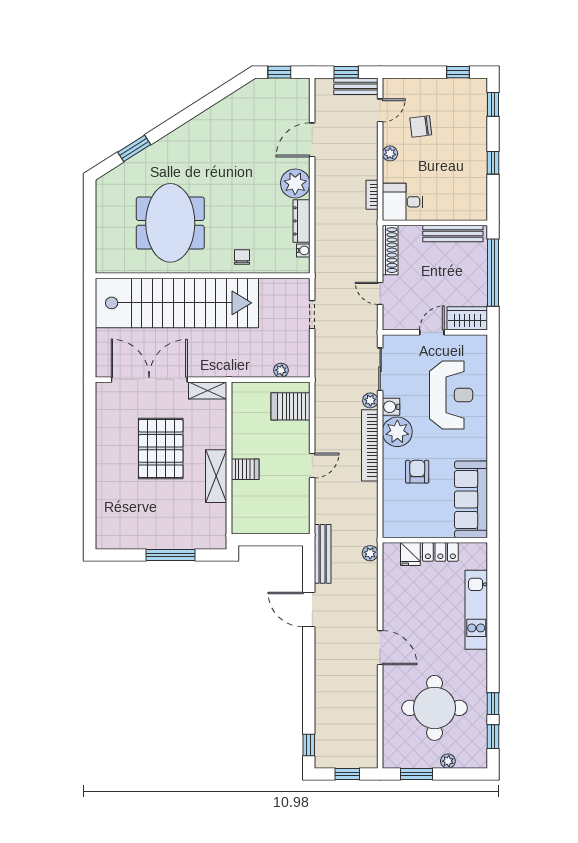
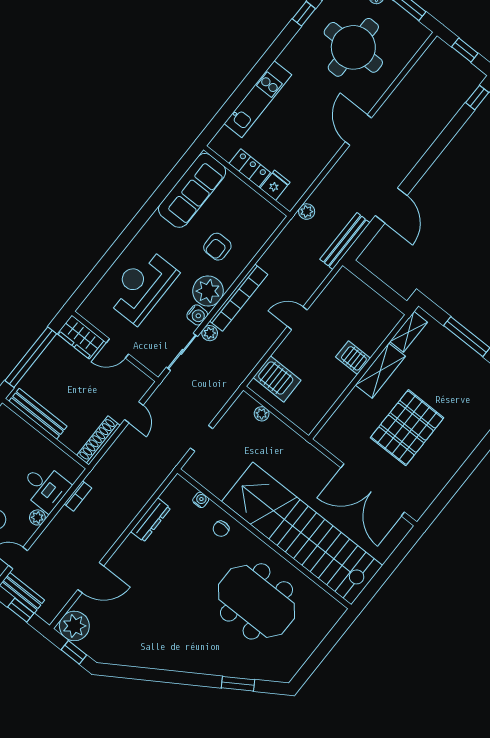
plant: (295, 183) -> (74, 626), moved
desk: (403, 202) -> (45, 487), moved
meeting table: (170, 223) -> (256, 601), turned 90
water cooler: (303, 250) -> (201, 500), moved, turned 90
shelving: (208, 390) -> (409, 332), moved, turned 90

